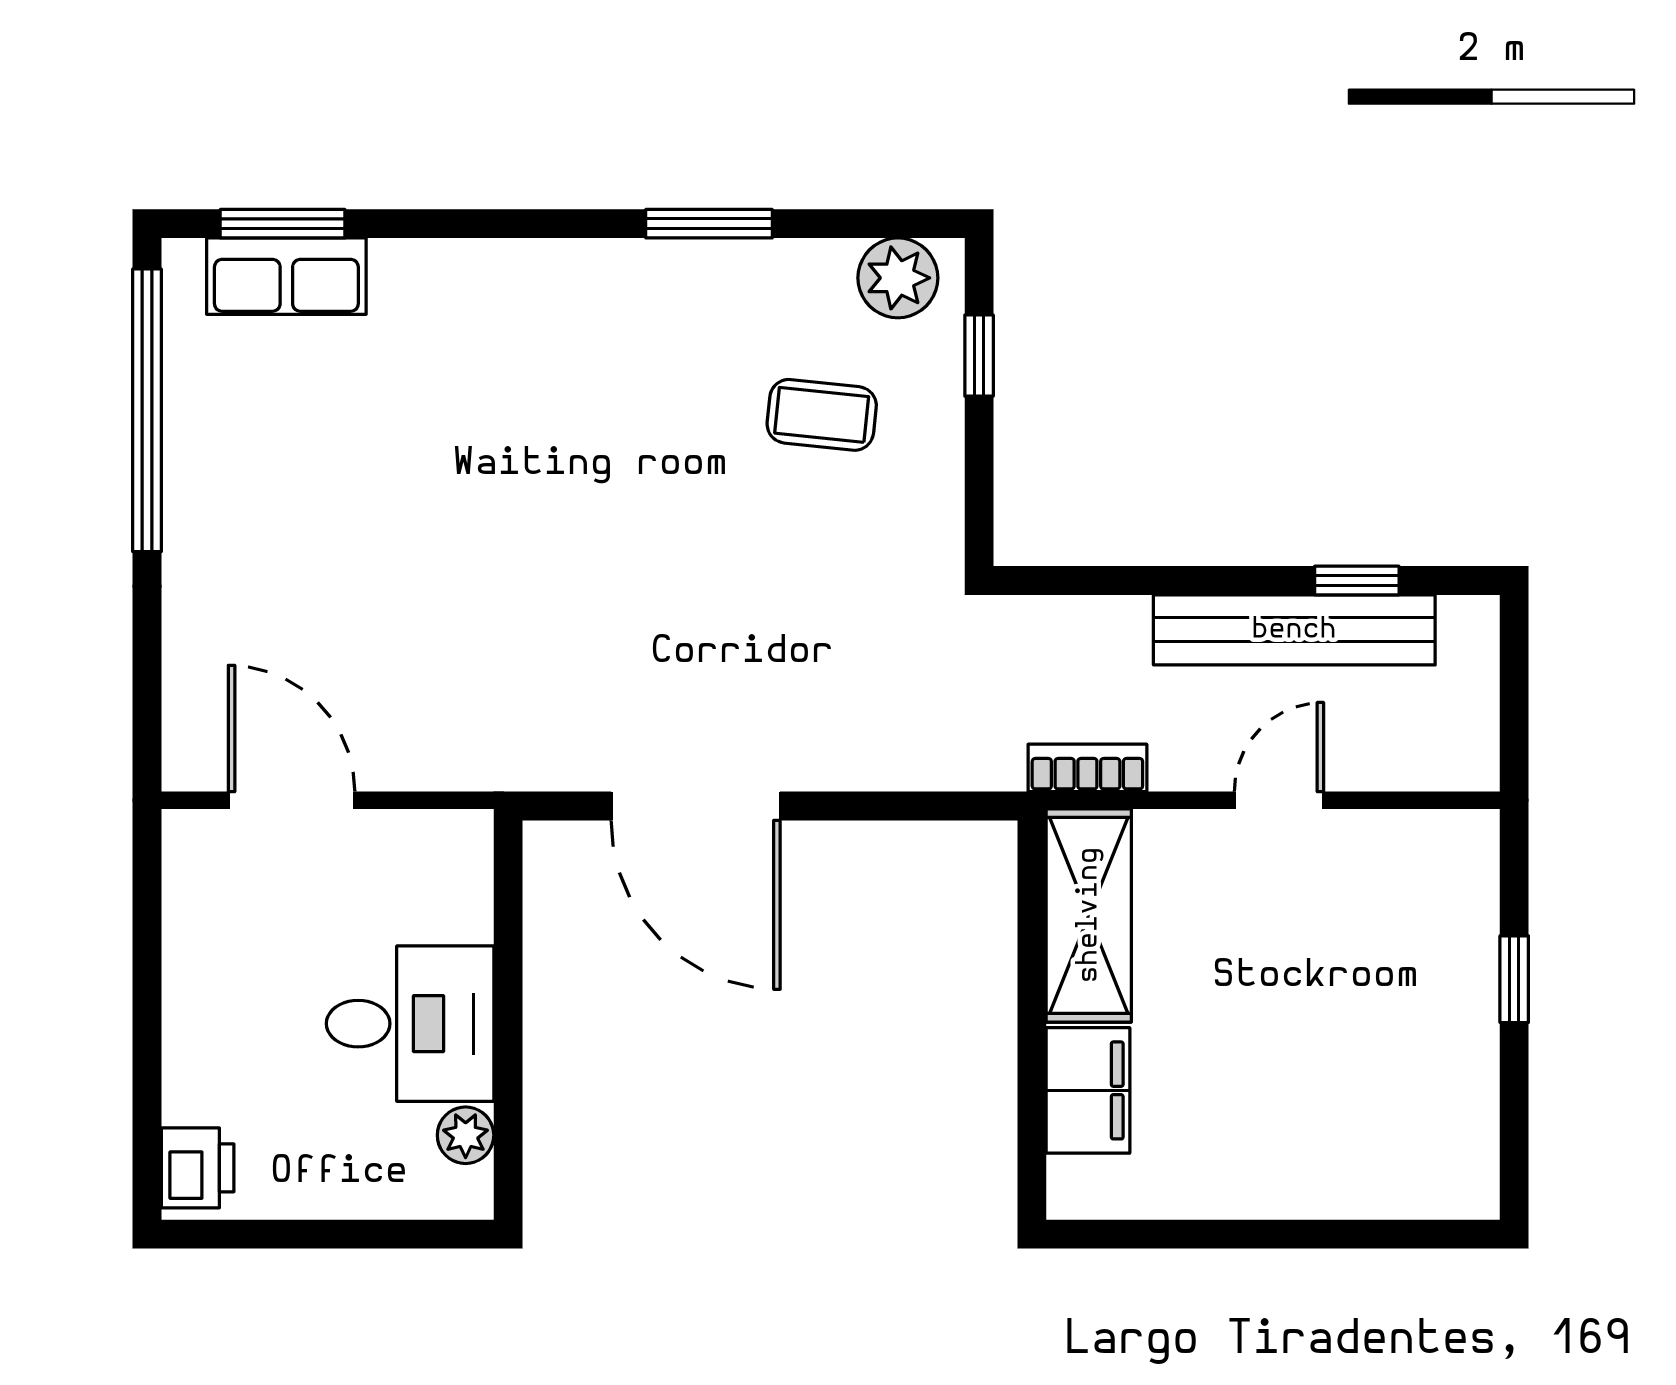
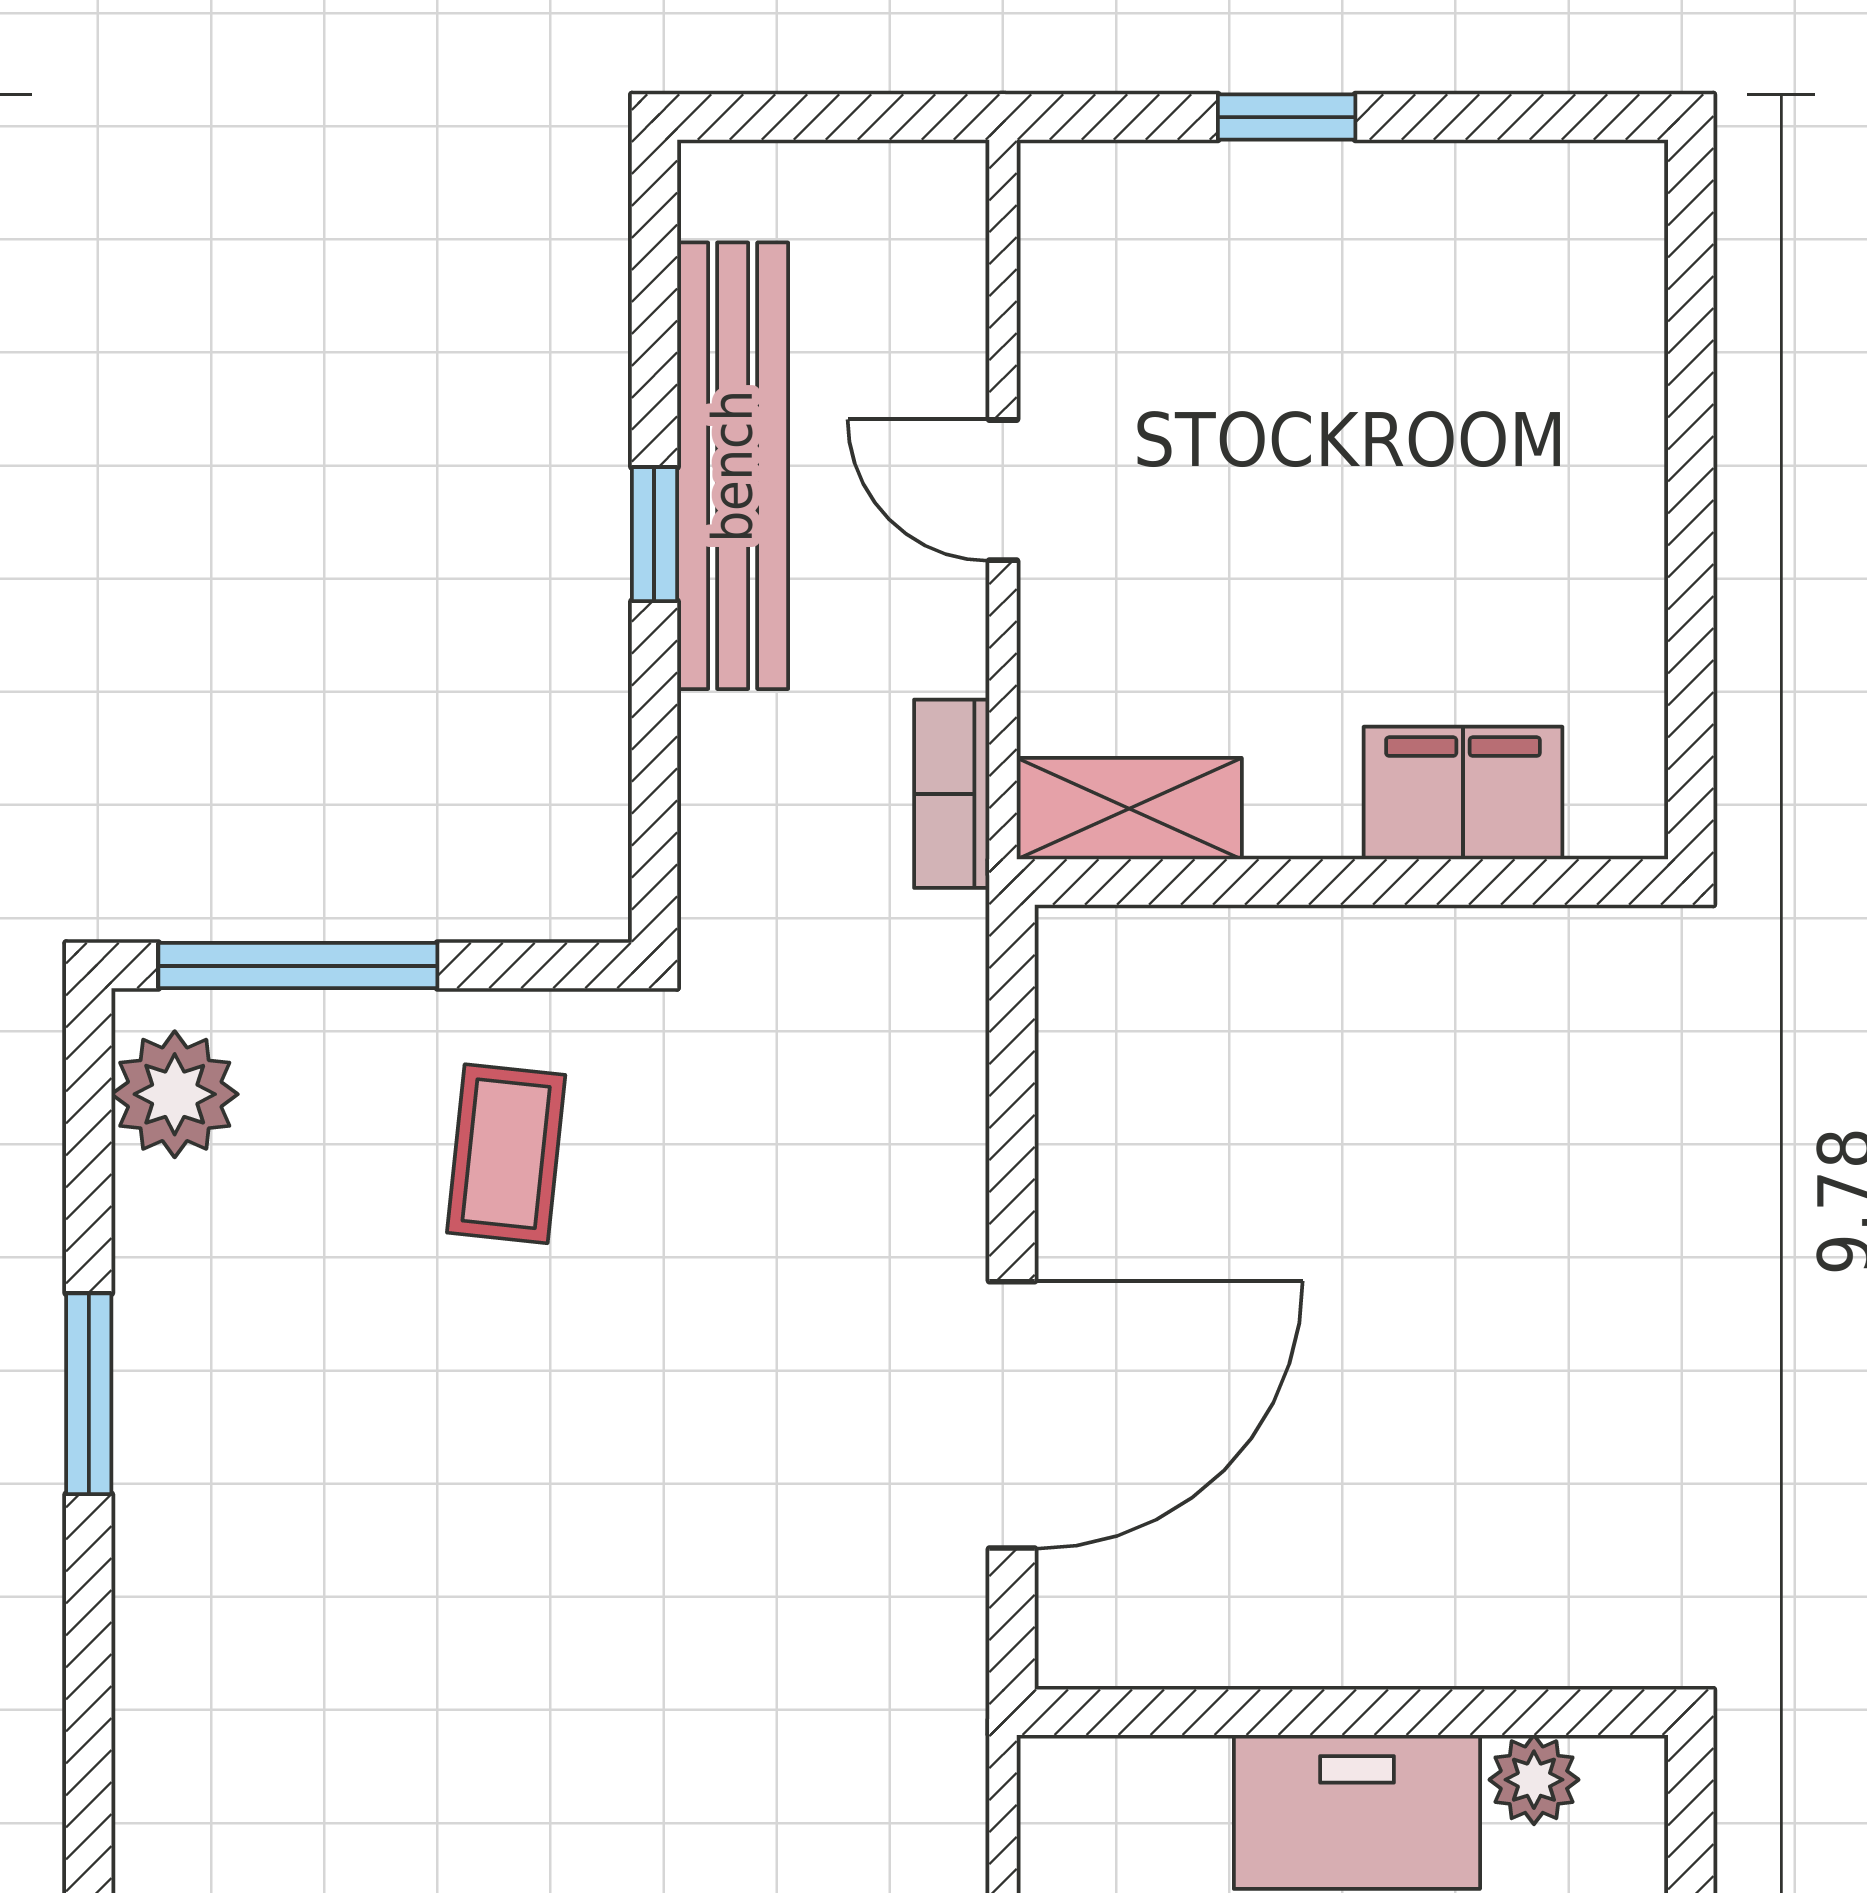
window: (979, 356) -> (298, 966), width x2.17
coffee table: (822, 415) -> (506, 1154), moved
window: (1357, 581) -> (654, 534), moved
shelving: (1089, 915) -> (1129, 809), width x0.67, depth x0.75

